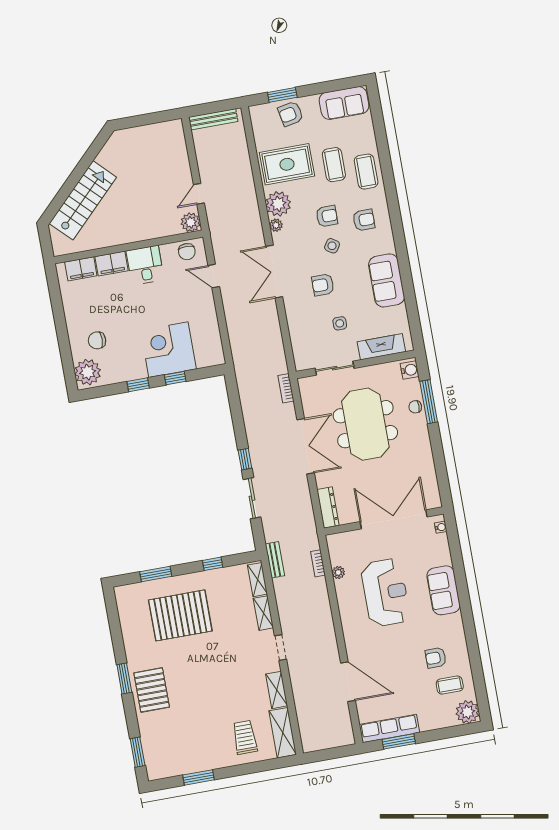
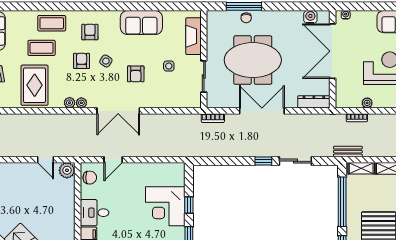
plant: (278, 204) -> (70, 103), width x0.53, depth x0.53
water cooler: (410, 370) -> (310, 17), moved
window: (213, 564) -> (342, 202), width x3.17

